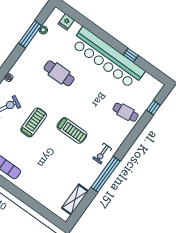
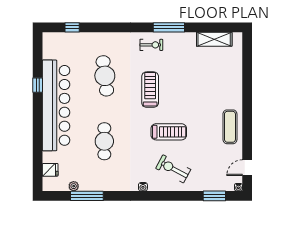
cafe table: (126, 112) -> (105, 76), moved, width x1.37, depth x1.35
treadmill: (34, 122) -> (169, 132), turned 180
window: (106, 174) -> (169, 27), width x0.68

